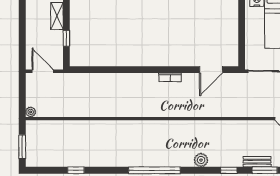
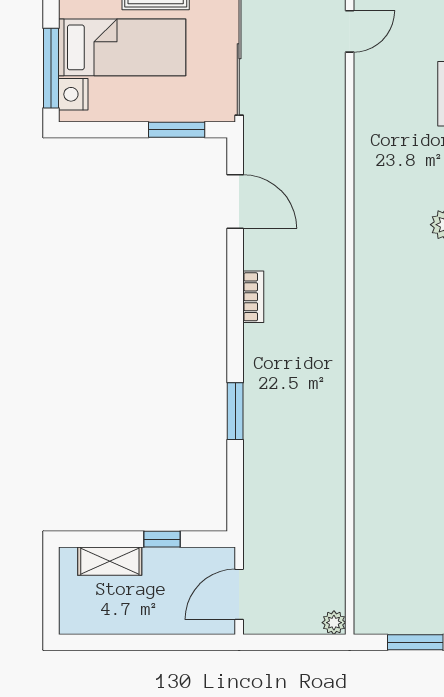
window: (242, 45) -> (177, 130), added
window: (121, 70) -> (235, 411), added

